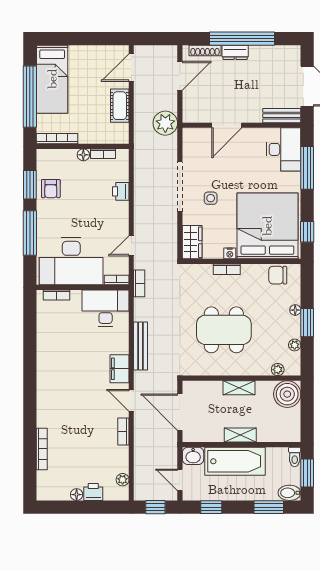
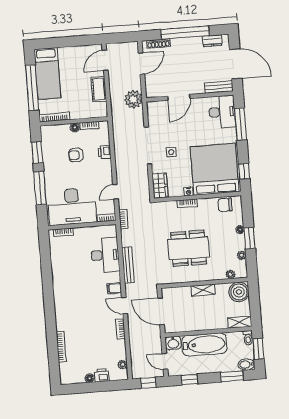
dresser: (235, 52) -> (212, 41), moved
armchair: (51, 189) -> (76, 155), moved, turned 90
desk: (106, 308) -> (105, 255), moved, turned 90
filing cabinet: (119, 369) -> (114, 288), width x0.50
shelving: (240, 435) -> (240, 322), moved

